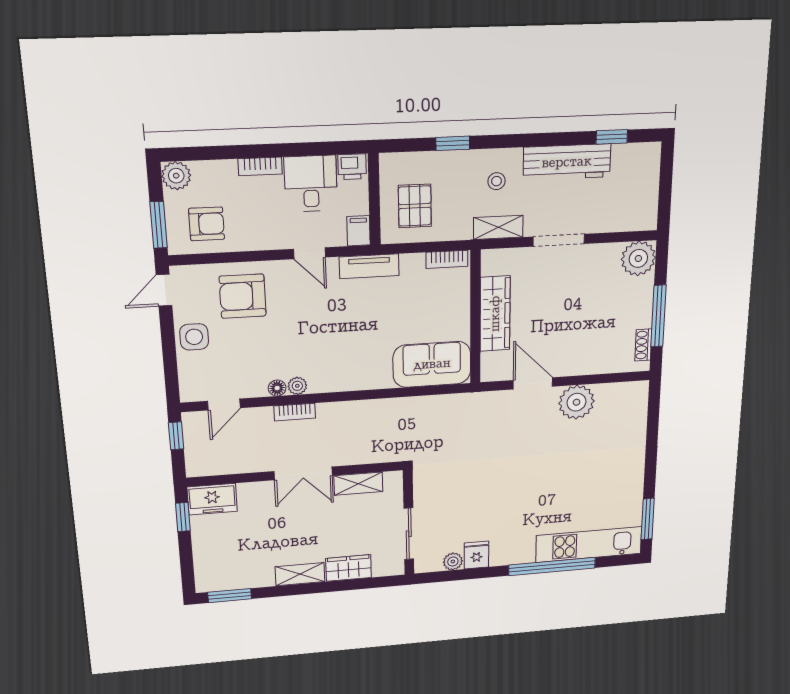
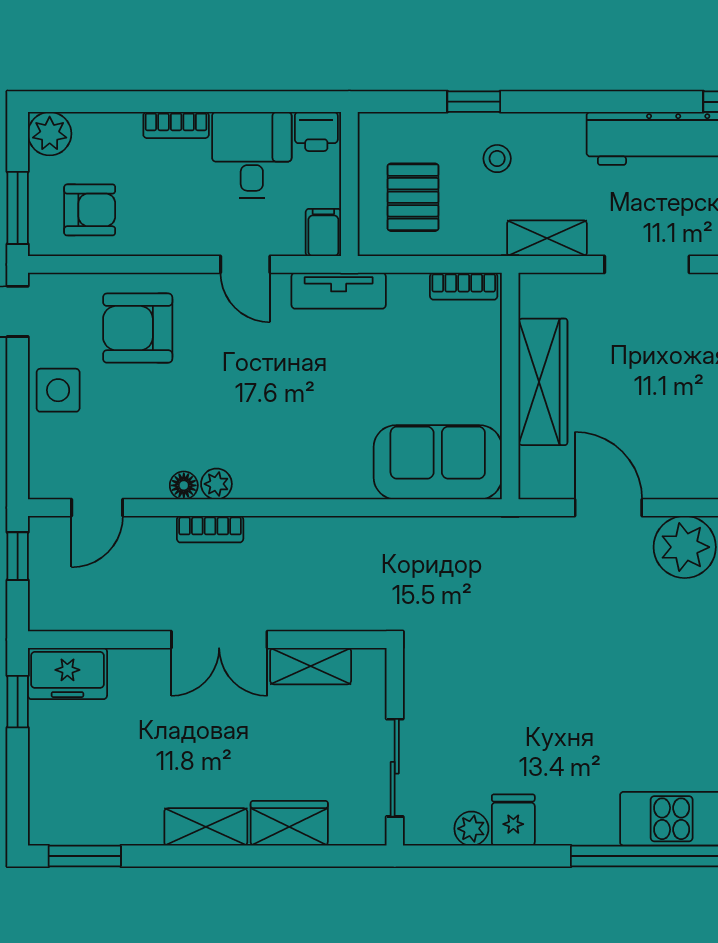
stool: (497, 181) -> (497, 159), moved

